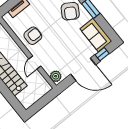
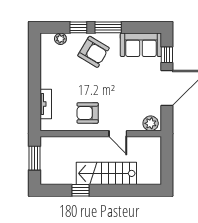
armchair: (33, 36) -> (88, 113), turned -90

